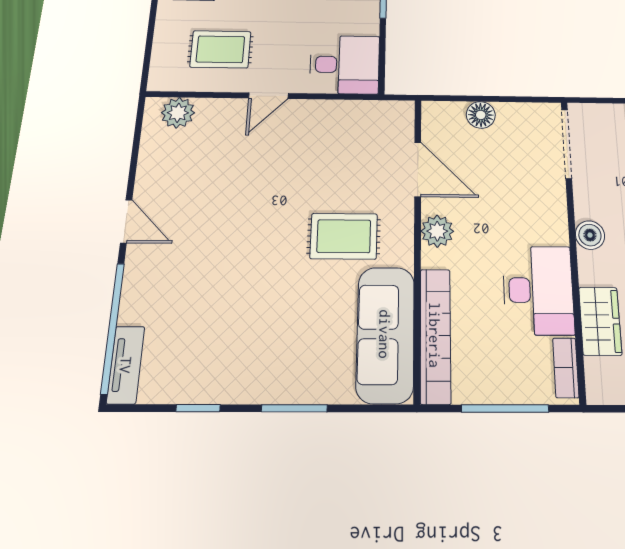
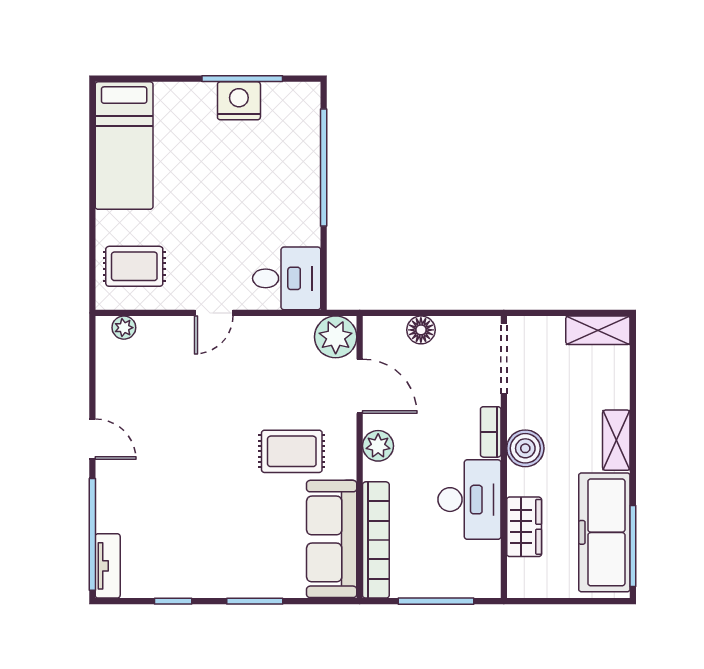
rug: (220, 49) -> (134, 266), moved
plant: (178, 113) -> (124, 328), width x0.73, depth x0.73
plant: (393, 120) -> (336, 337), added
boiler: (590, 235) -> (525, 448), width x1.36, depth x1.36
bookcase: (566, 368) -> (491, 432), moved

